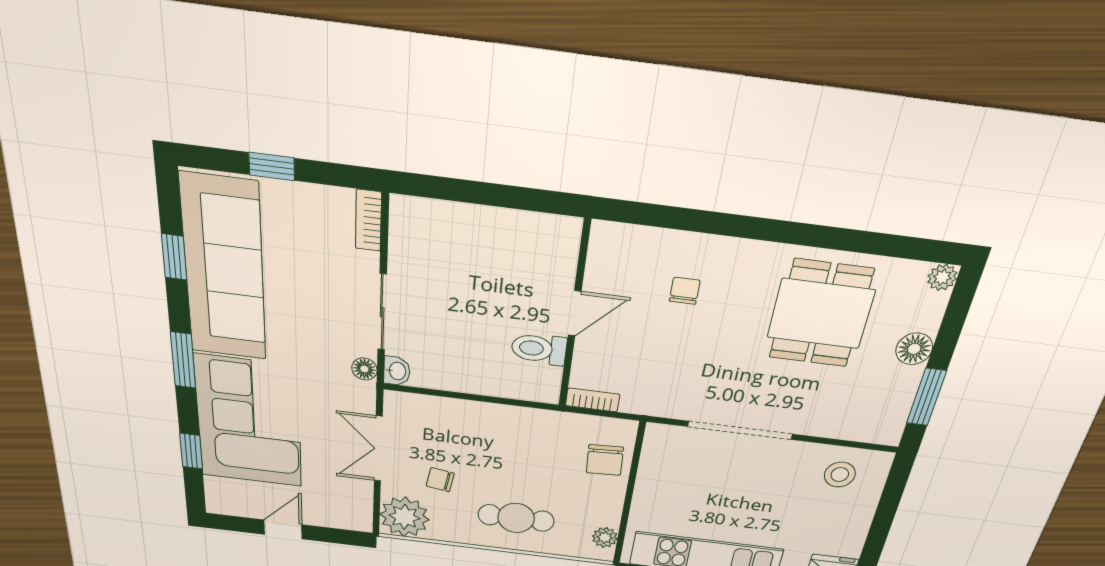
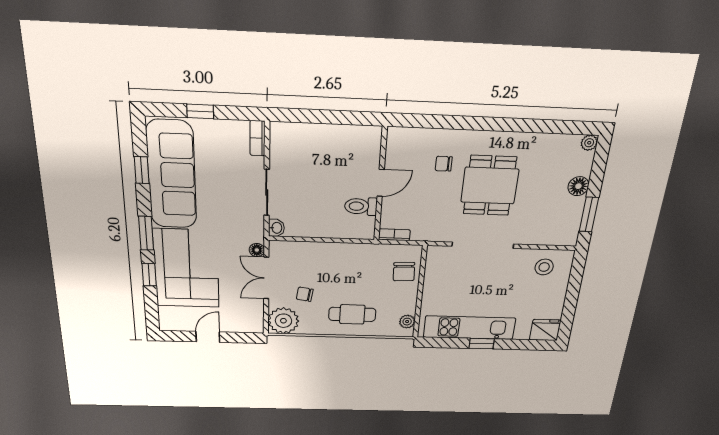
chair: (685, 291) -> (444, 164), turned -90
dining table: (821, 314) -> (490, 186), moved
floor lamp: (364, 369) -> (257, 250), moved
window: (191, 451) -> (149, 275), moved

